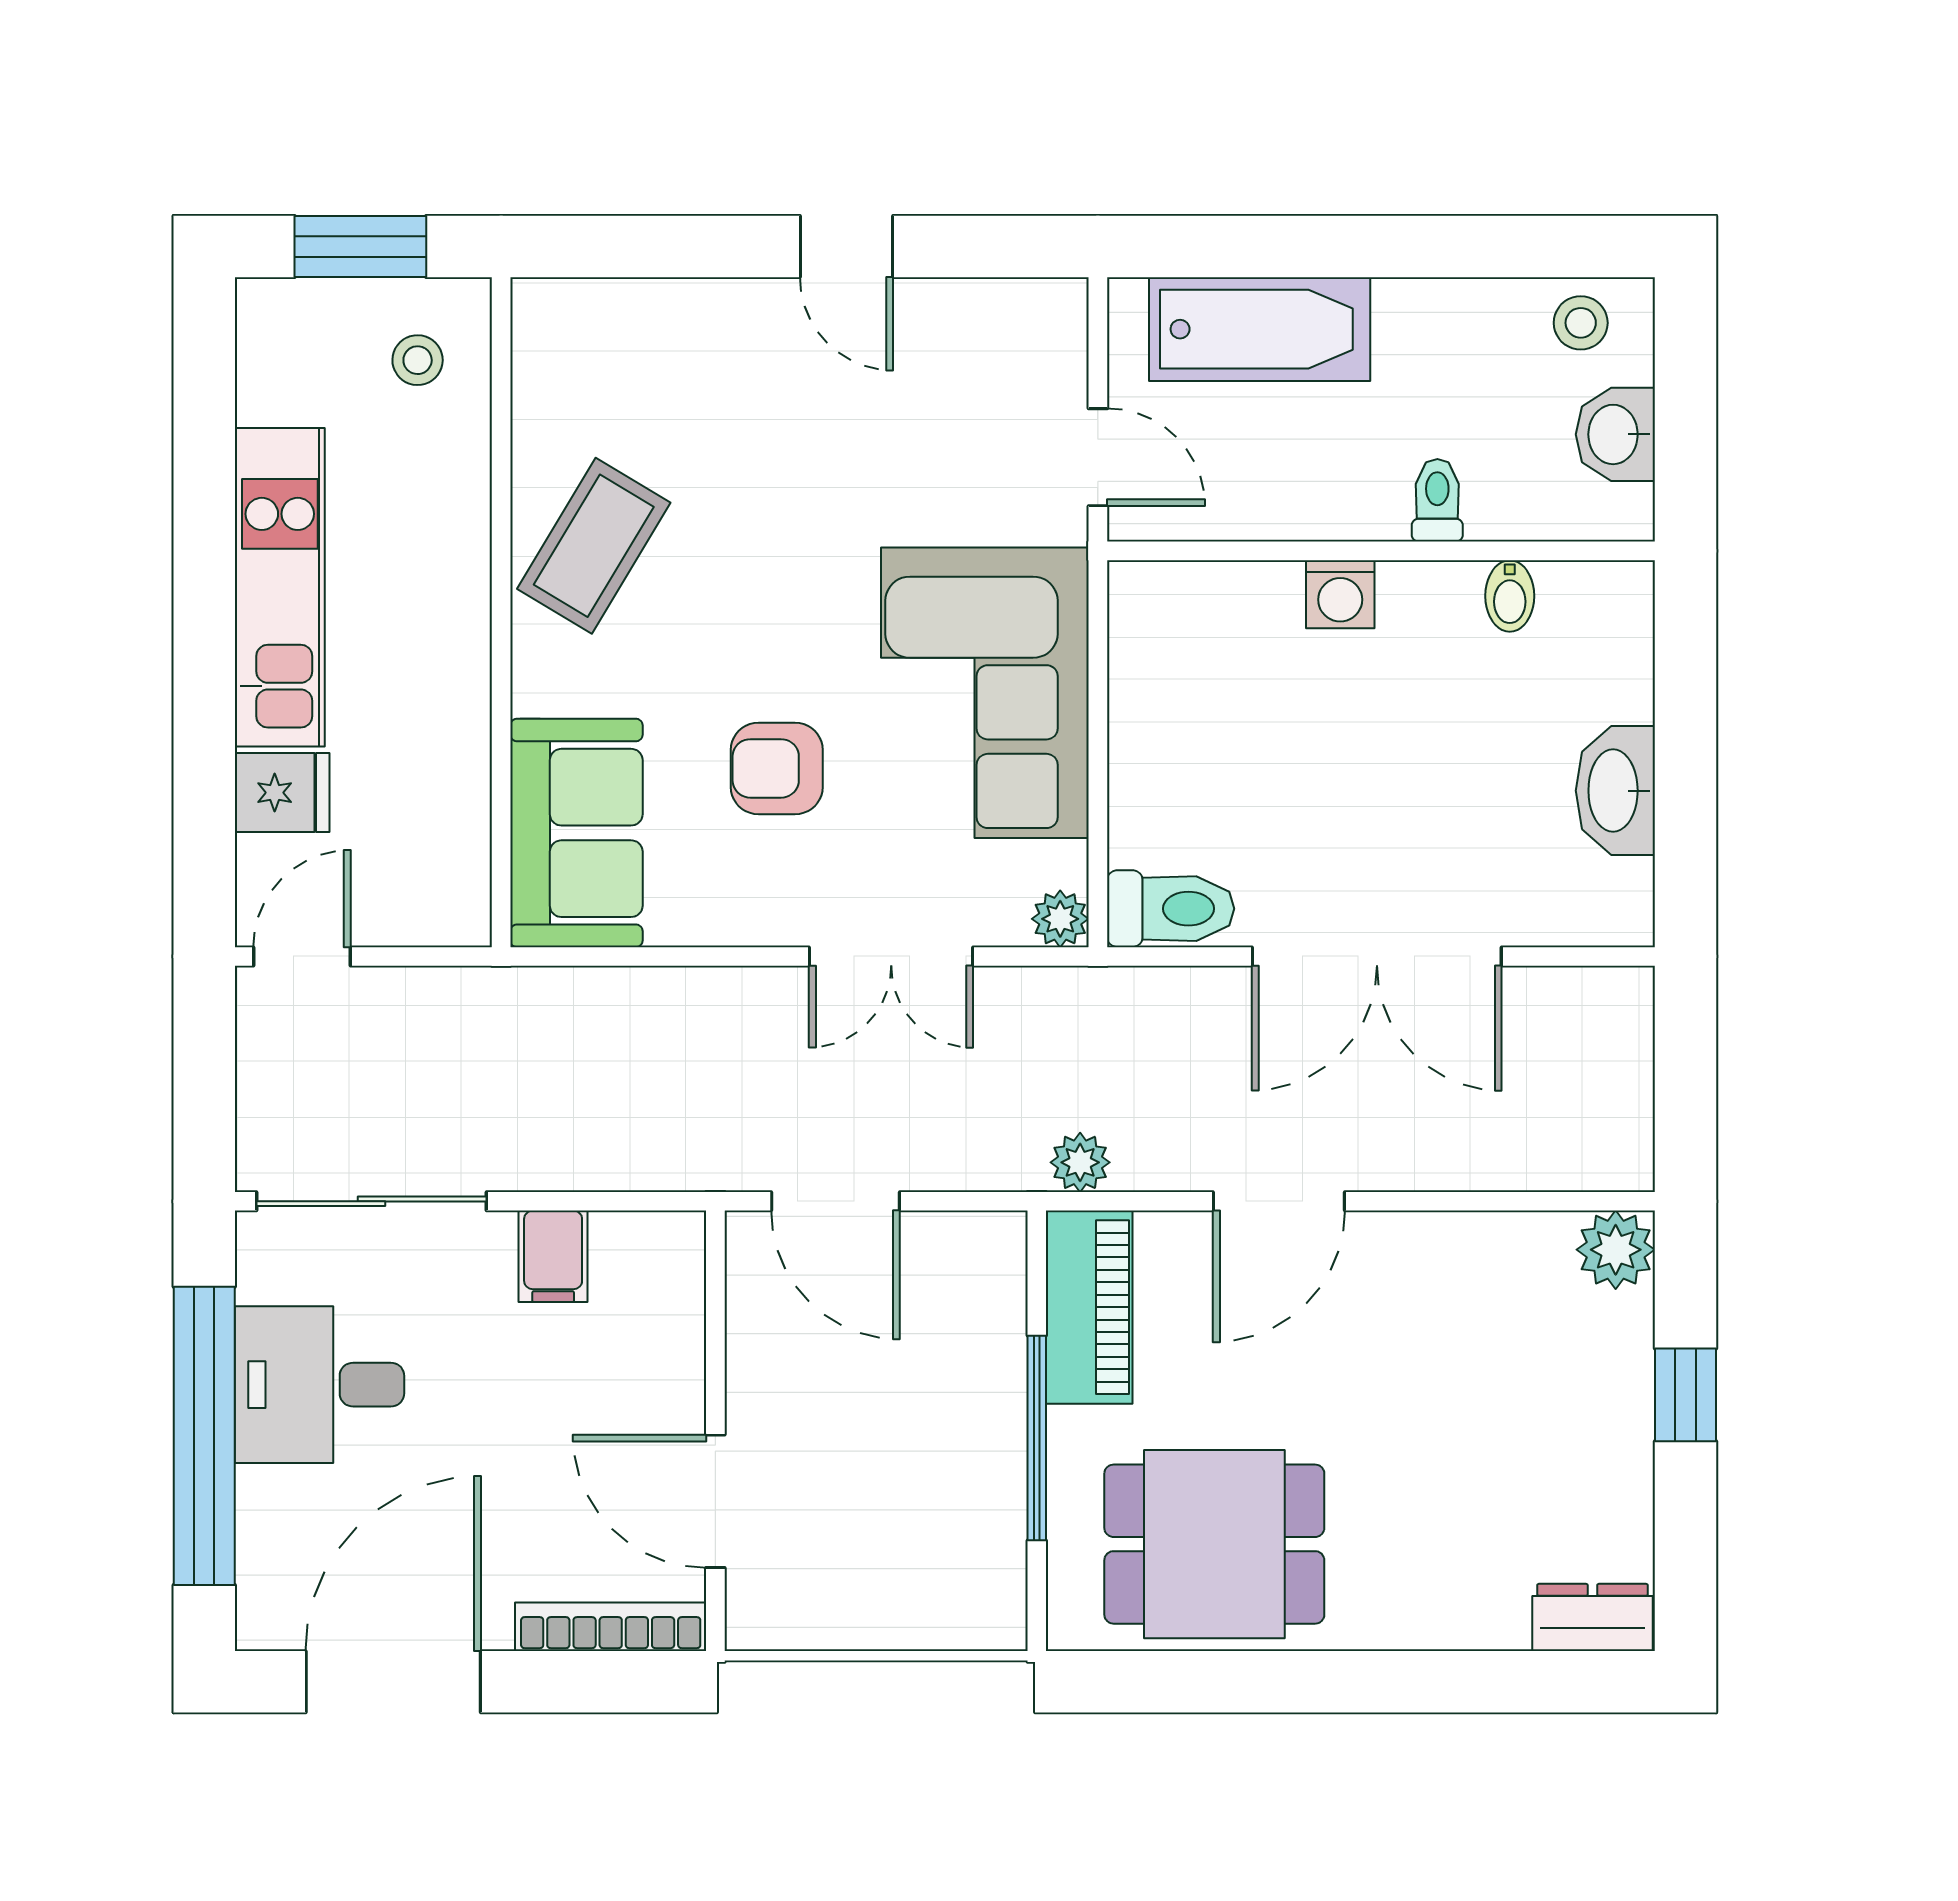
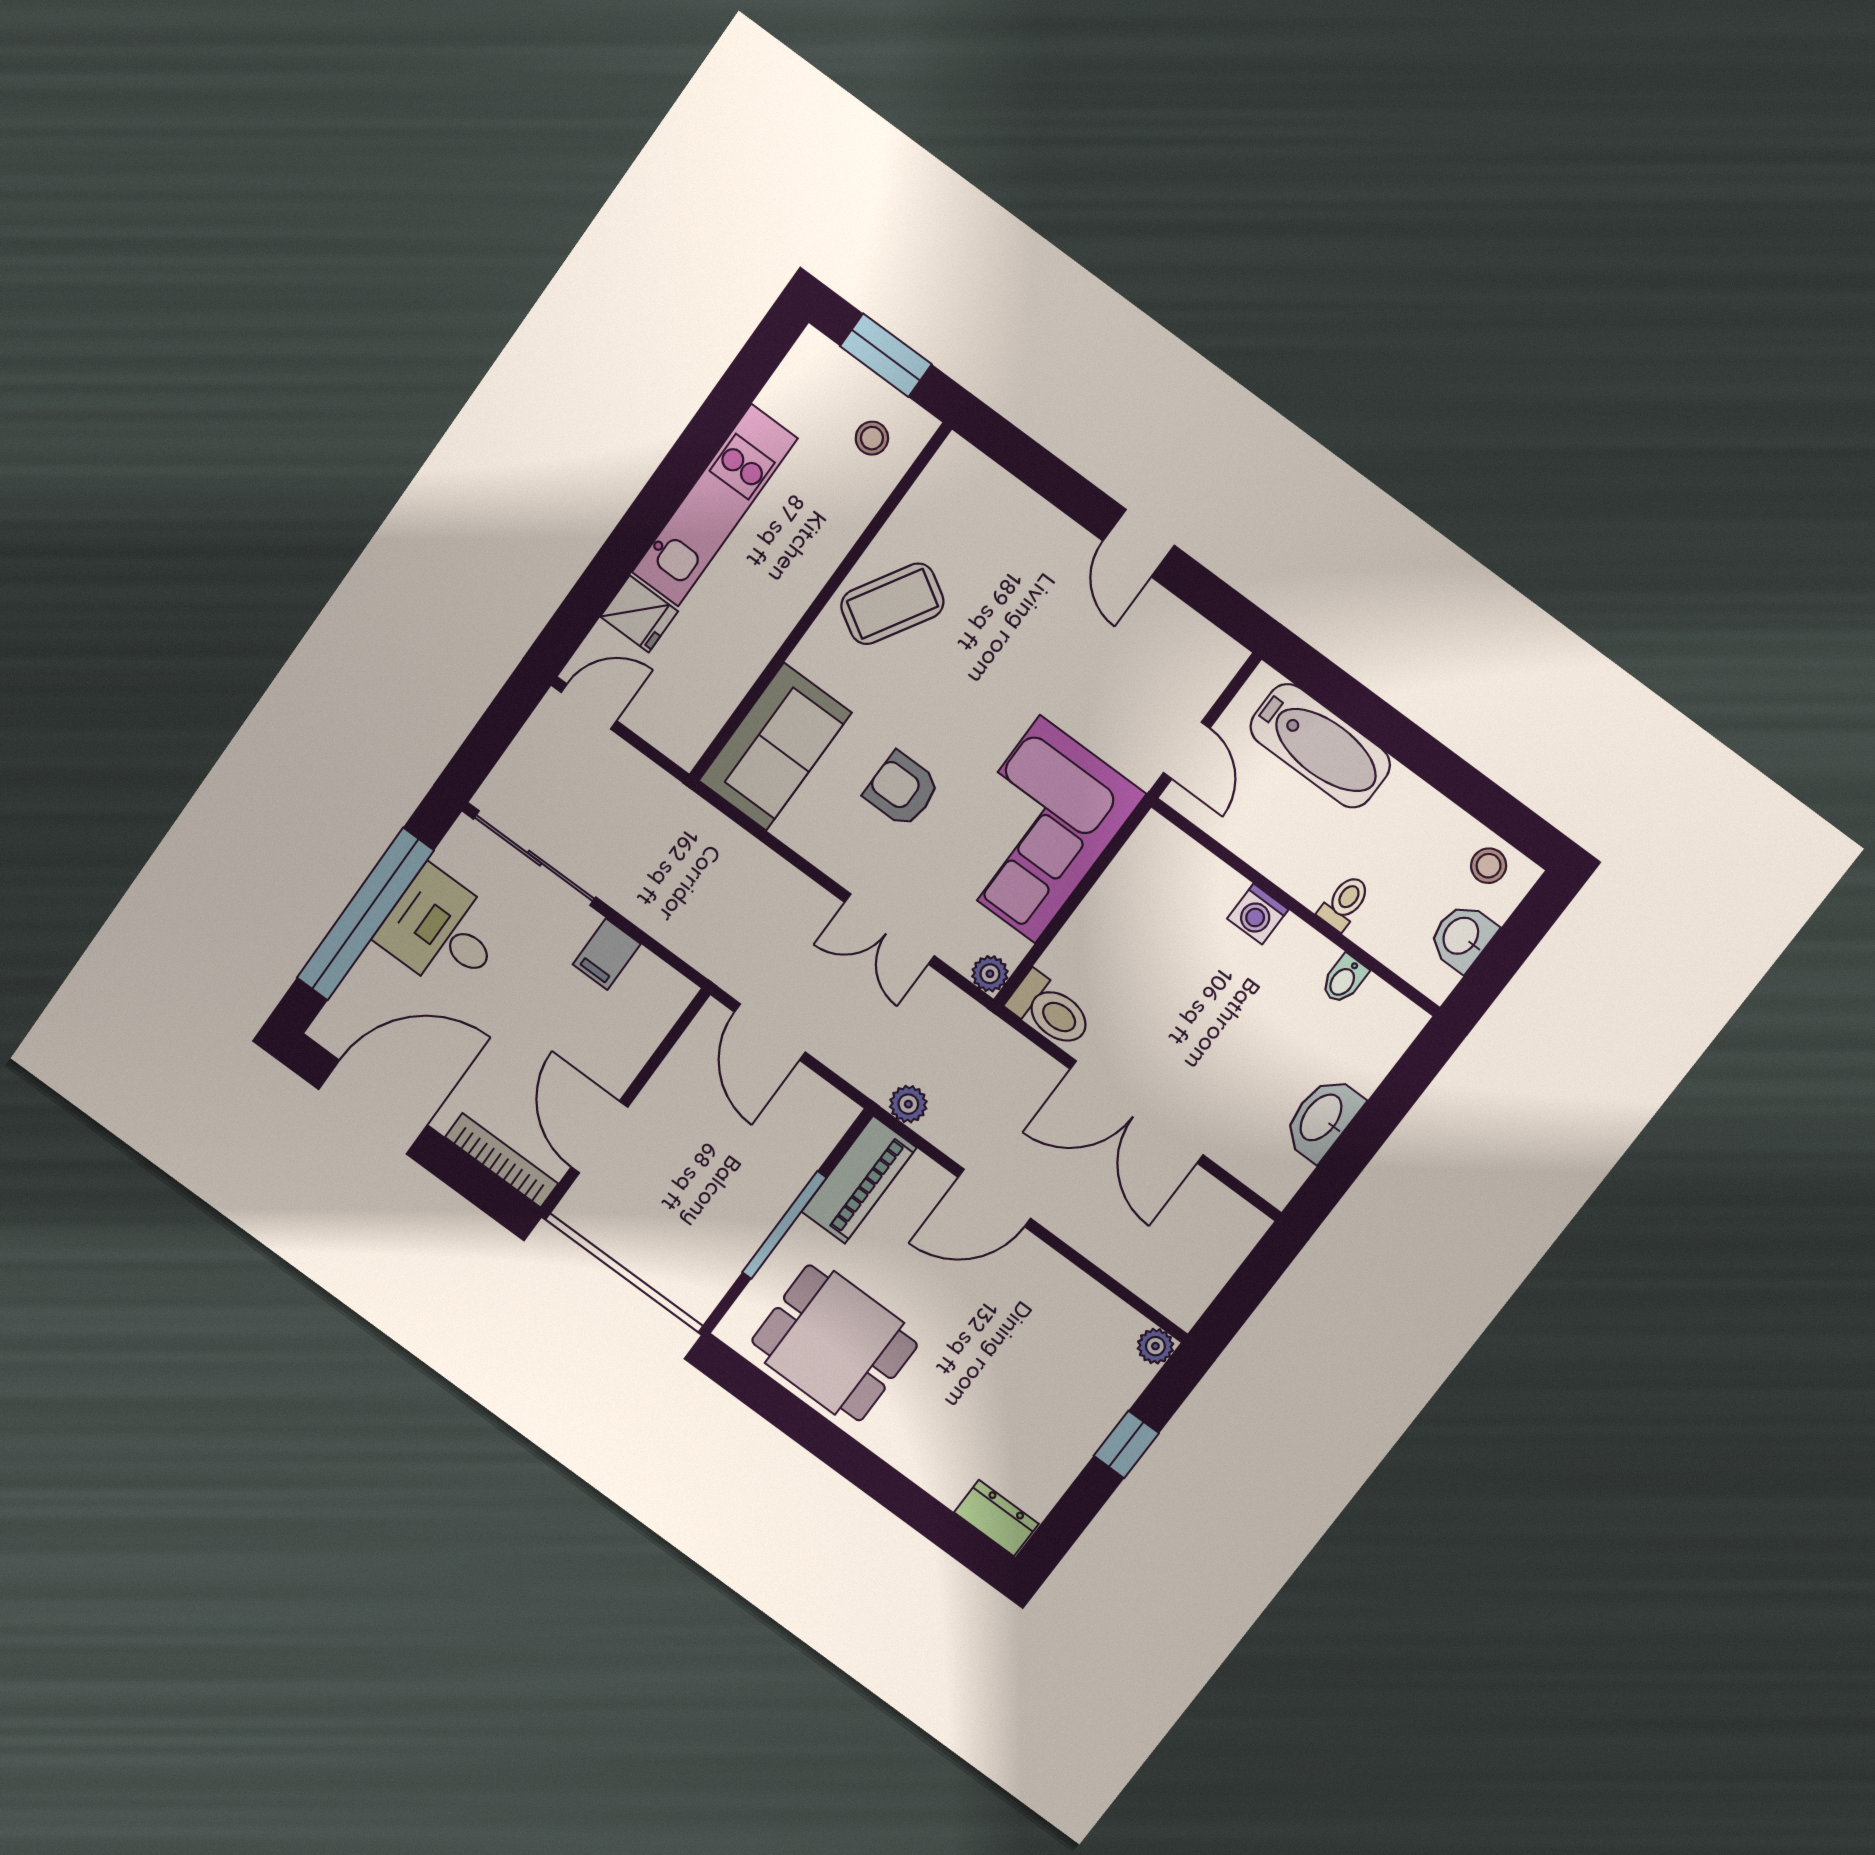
plant: (1616, 1250) -> (1155, 1346), width x0.73, depth x0.73

